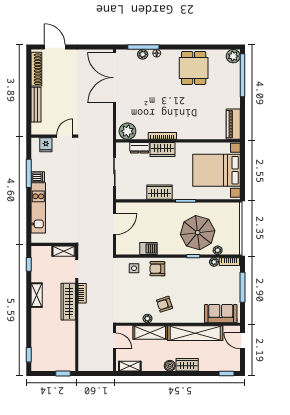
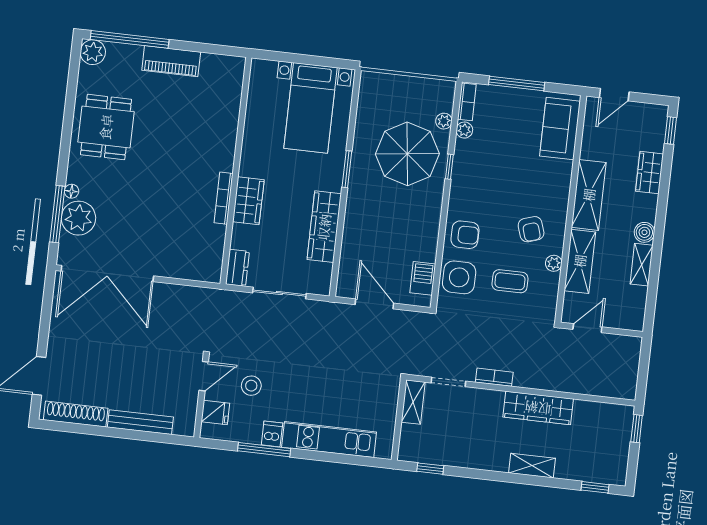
plant: (143, 54) -> (78, 218), width x1.88, depth x1.88
dining table: (194, 68) -> (106, 127), turned 90
piano: (233, 124) -> (171, 61), moved
plant: (127, 131) -> (208, 261), removed
door: (65, 136) -> (204, 376), swing flipped
dresser: (139, 148) -> (237, 268), moved
stool: (63, 162) -> (251, 386), added
bed with nightstands: (217, 170) -> (311, 108), width x0.73
wardrobe: (159, 192) -> (324, 227), width x1.50
barbecue: (148, 249) -> (423, 278), moved
side table: (134, 268) -> (459, 277), width x1.87, depth x1.87
armchair: (157, 269) -> (465, 235), turned -90
shelving: (37, 295) -> (532, 466), moved
coffee table: (135, 296) -> (510, 281), added
wardrobe: (68, 302) -> (538, 408), moved
shelving: (195, 333) -> (589, 195), width x0.68
wardrobe: (187, 365) -> (650, 173), moved
shelving: (130, 366) -> (642, 265), moved

